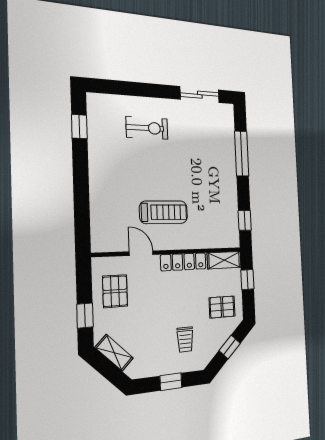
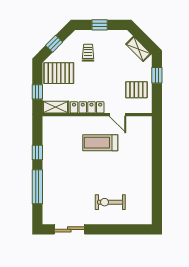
window: (79, 127) -> (157, 201), removed
window: (245, 220) -> (37, 153), moved
pallet: (115, 291) -> (136, 90), turned 90
pallet: (222, 307) -> (59, 73), width x1.50, depth x1.42

